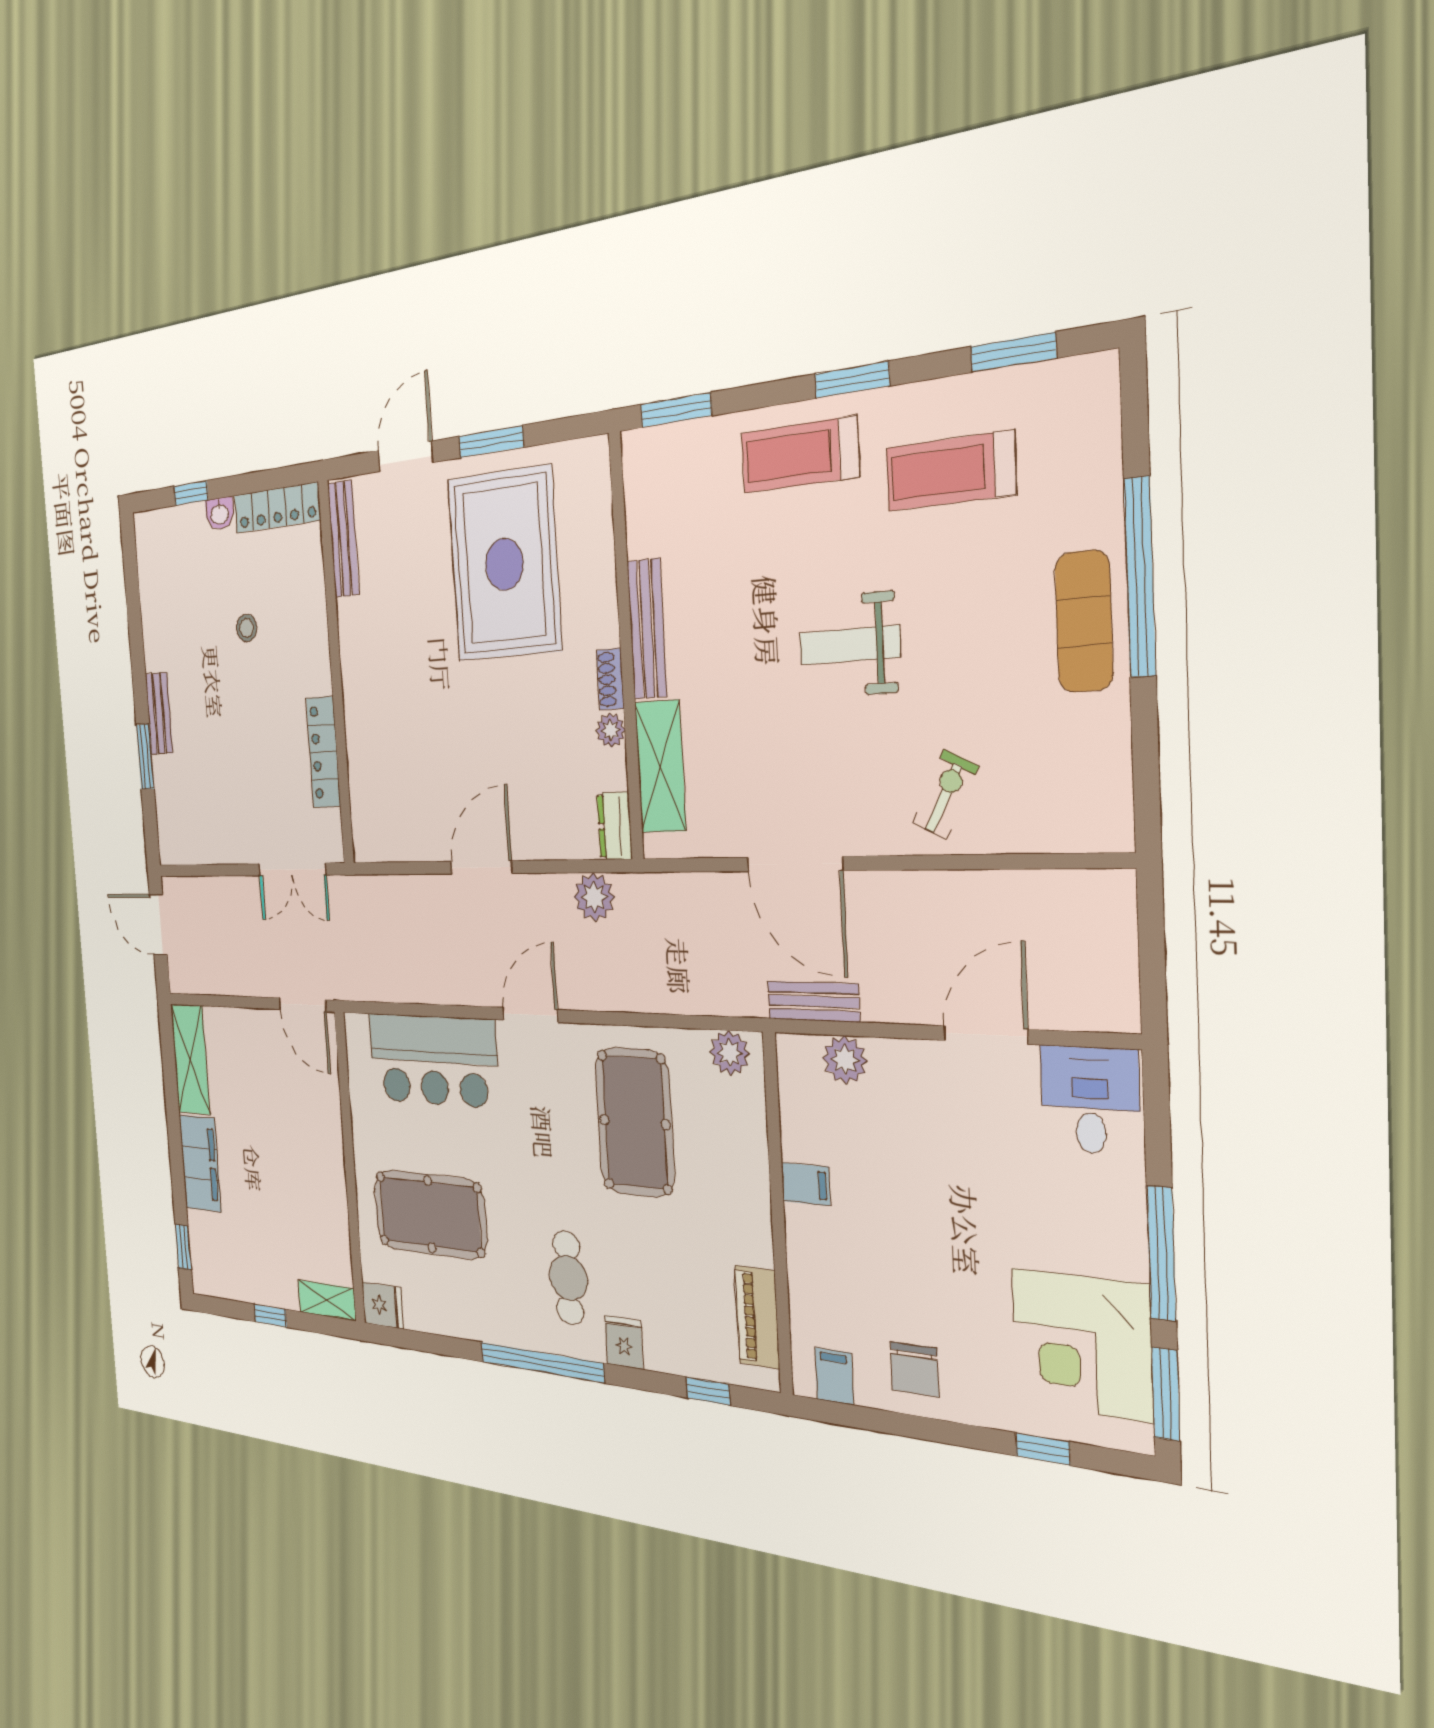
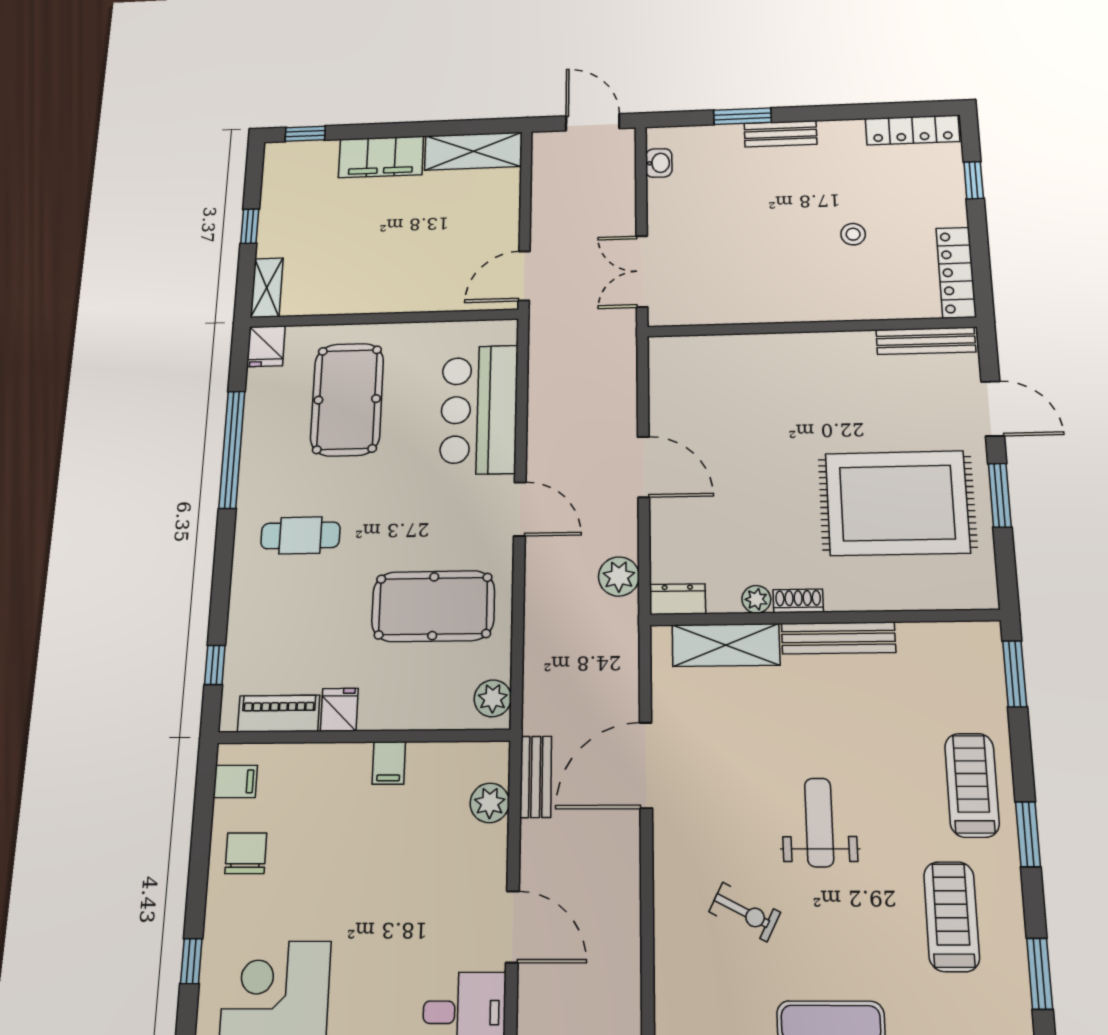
washbasin: (220, 514) -> (659, 163), moved, turned 180
locker: (323, 752) -> (912, 130), moved, turned 180
exercise bike: (945, 794) -> (745, 912), moved
door: (158, 925) -> (593, 122), hinge flipped
fridge: (624, 1342) -> (339, 710), moved, turned -90
window: (542, 1362) -> (232, 449), moved
chair: (915, 1369) -> (246, 853), turned 90

